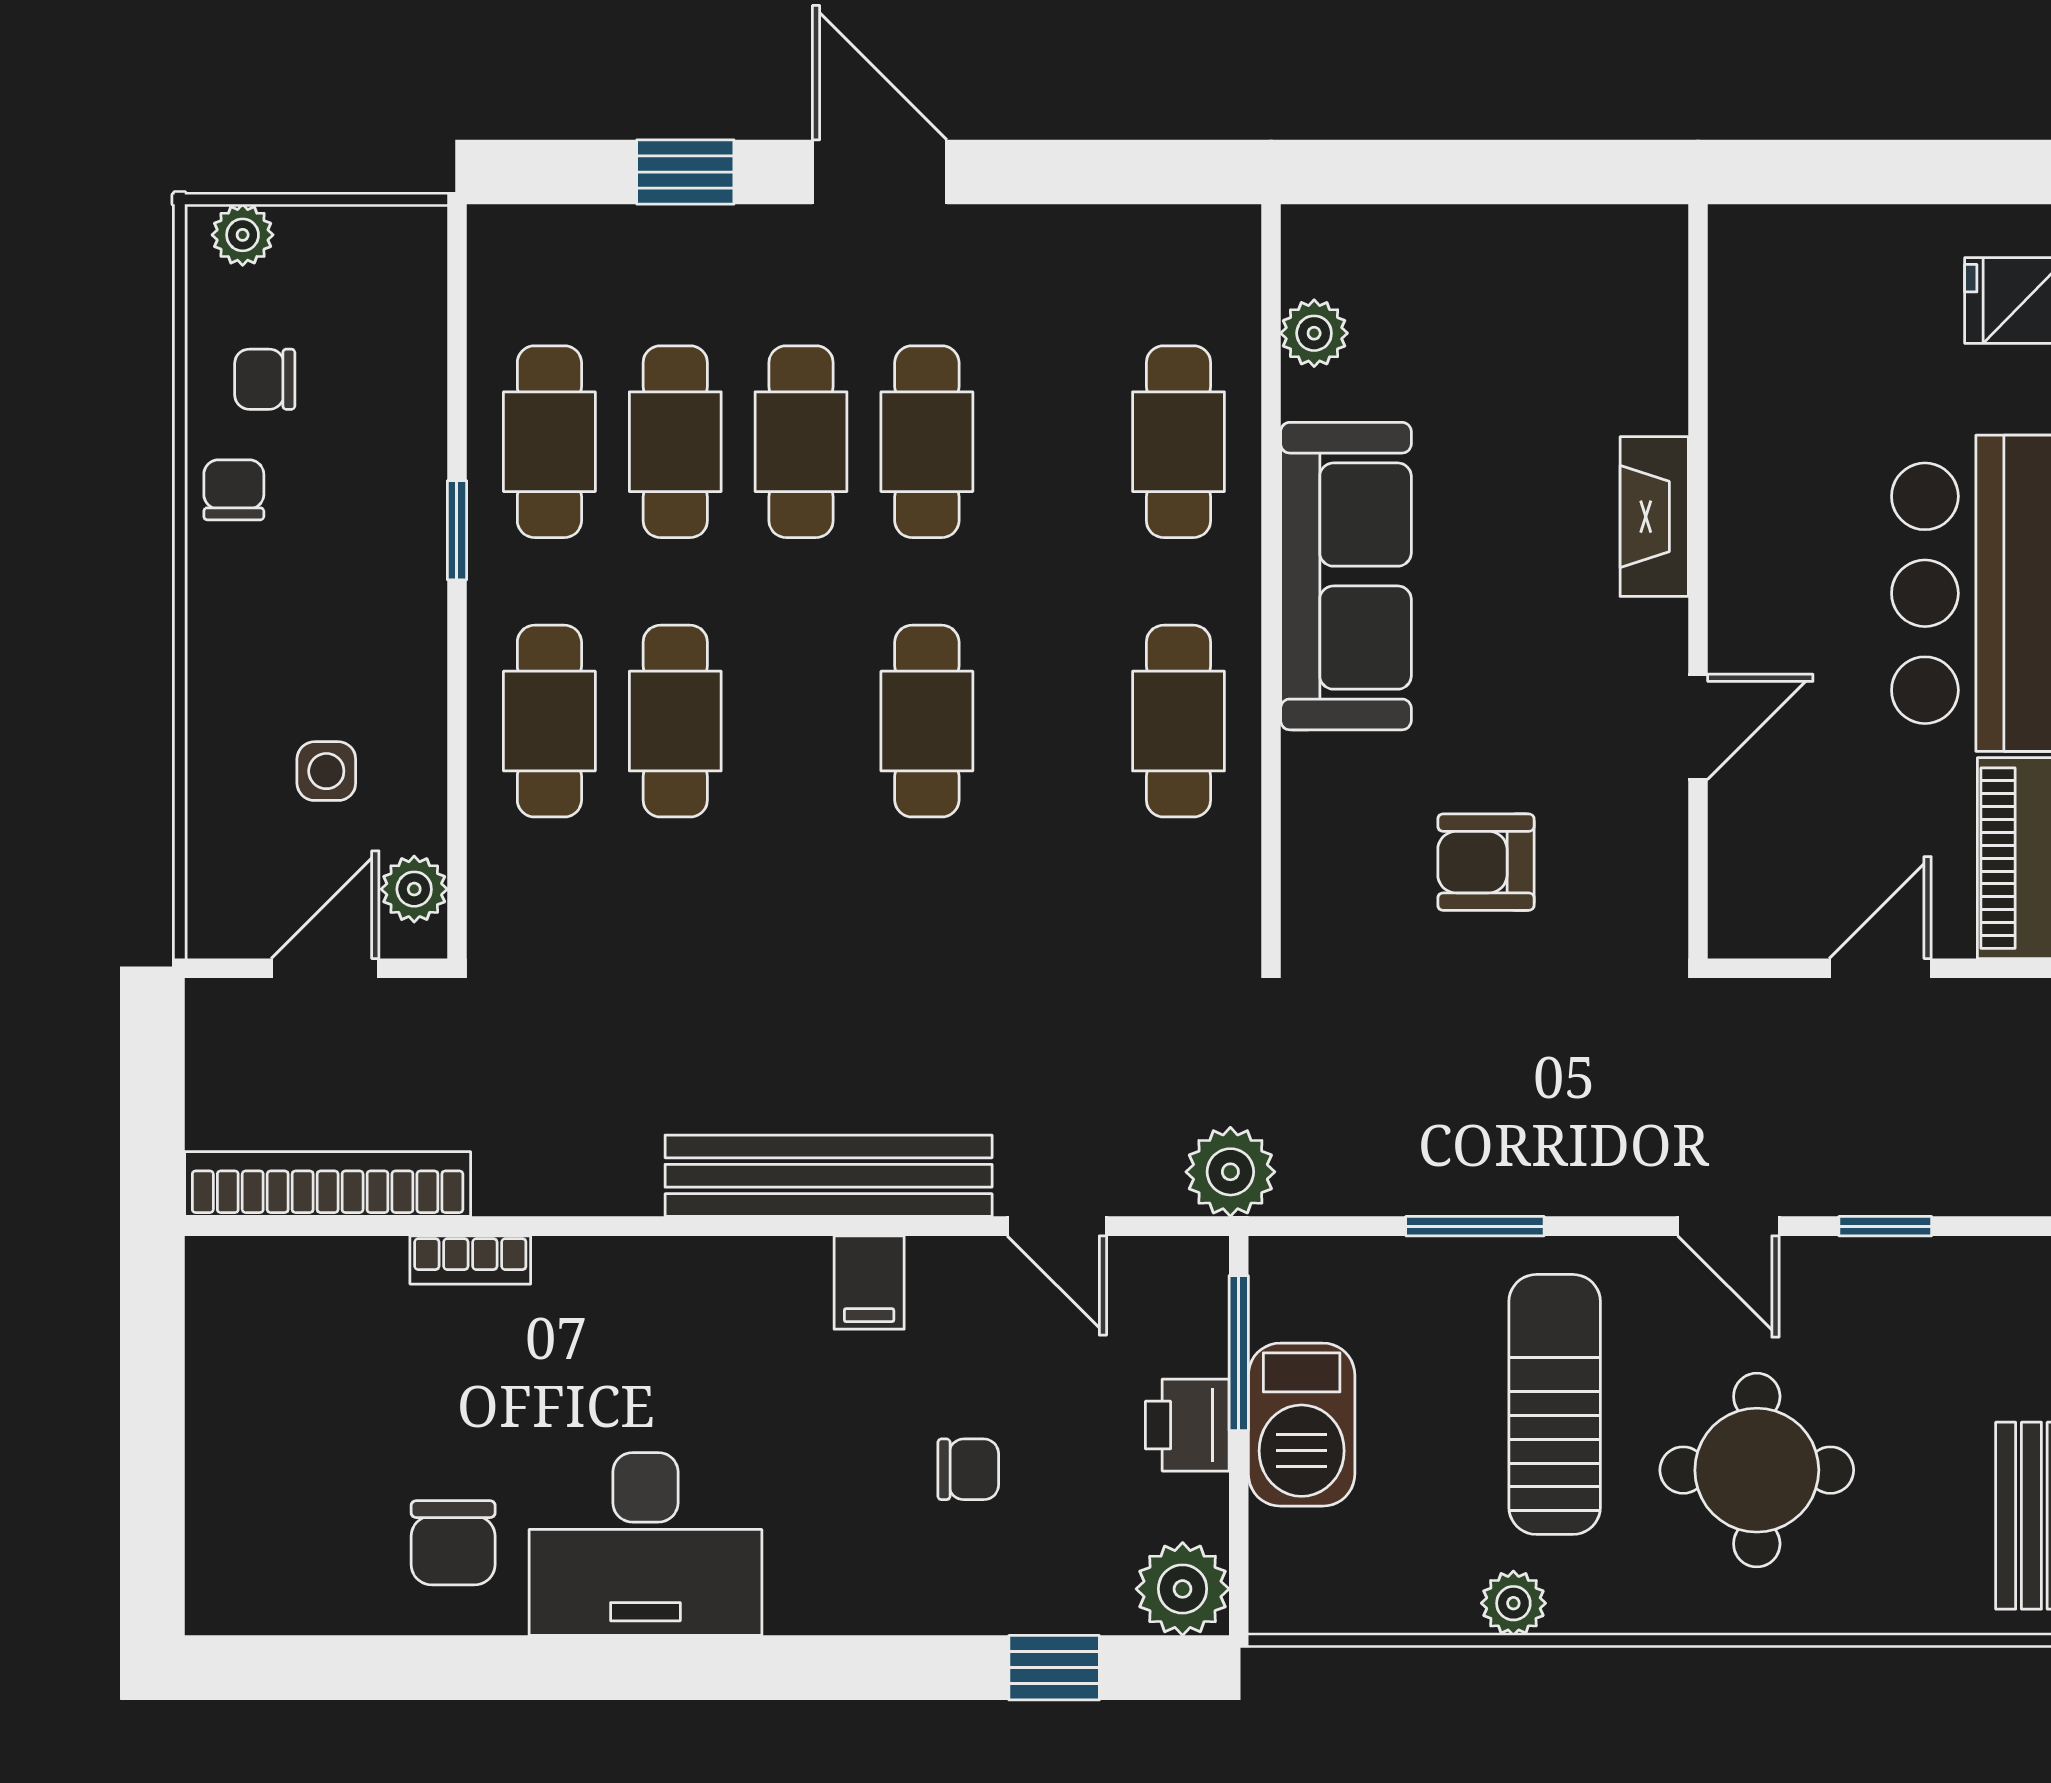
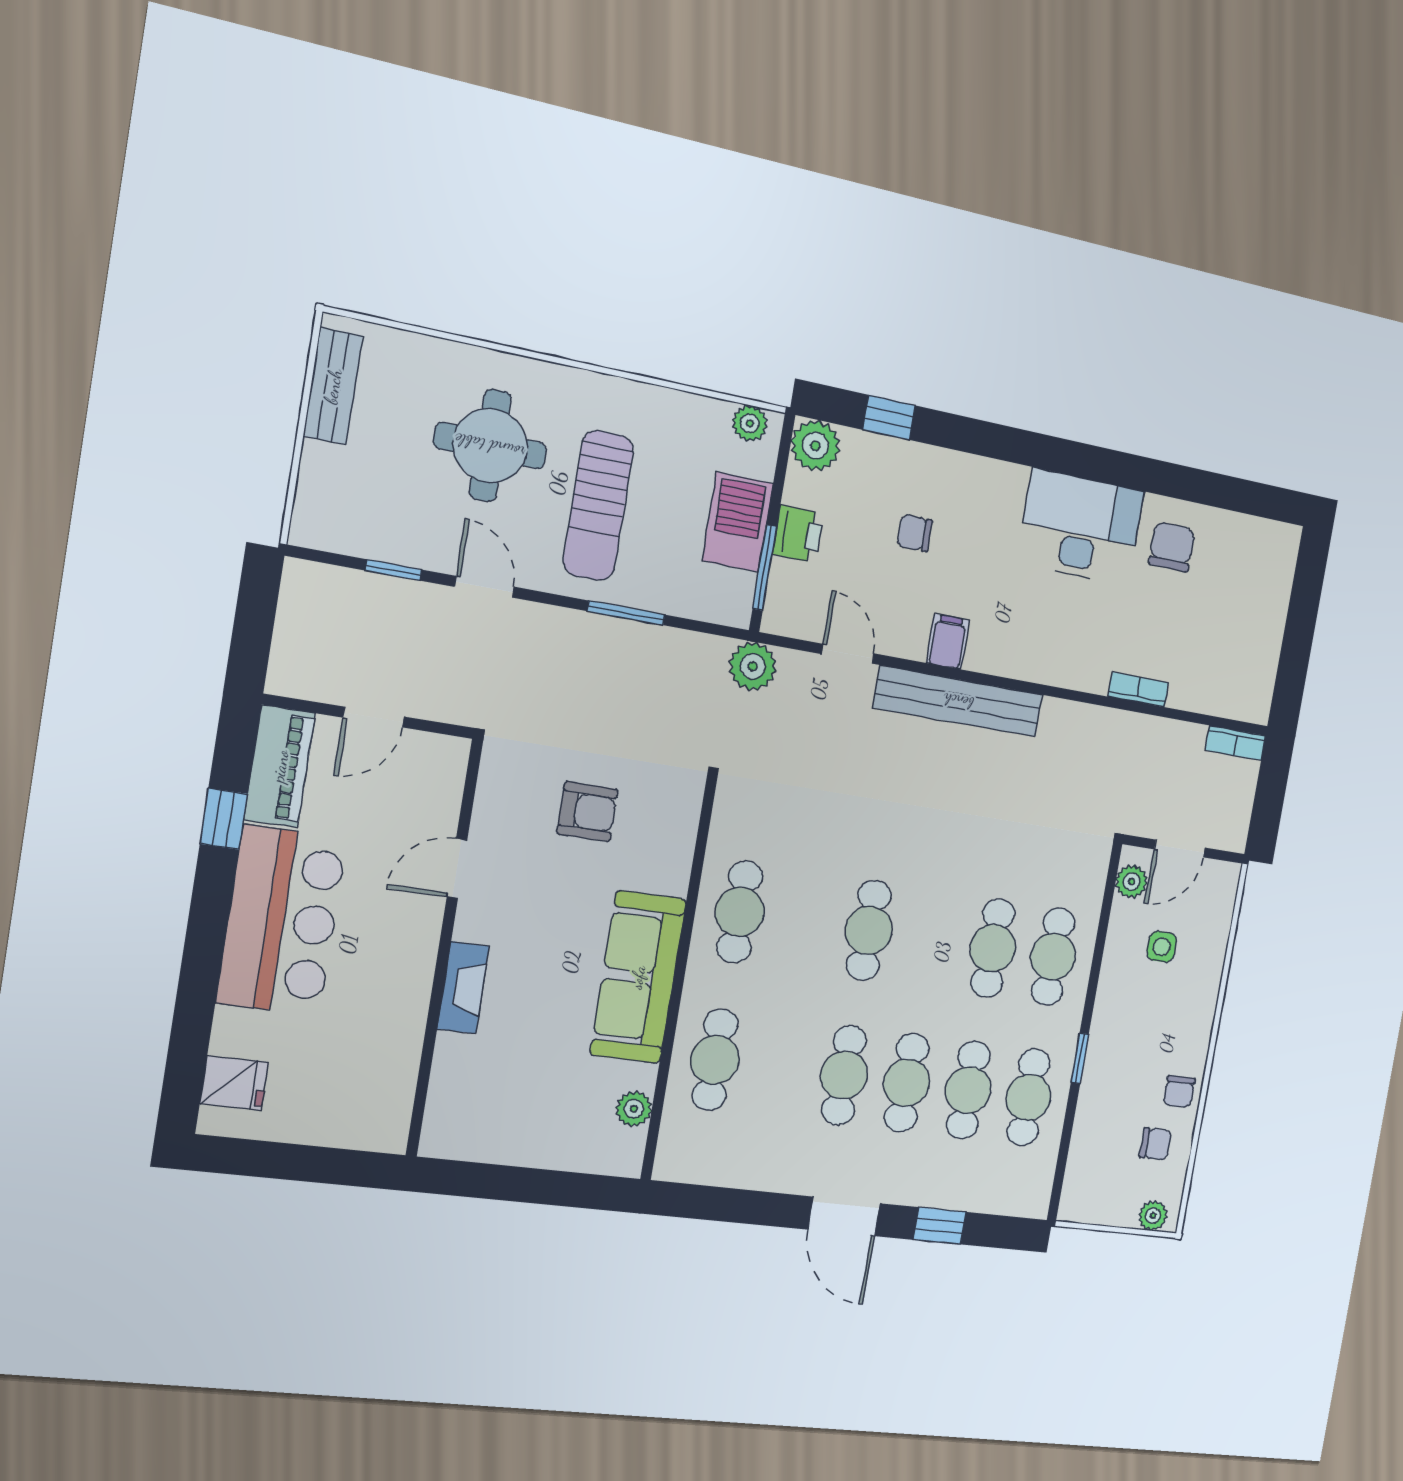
bookcase: (328, 1184) -> (1235, 743), width x0.43, depth x0.76
plant: (1513, 1603) -> (750, 423), moved

